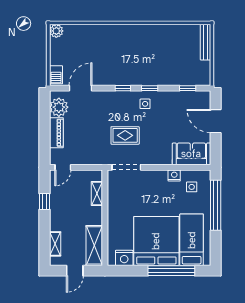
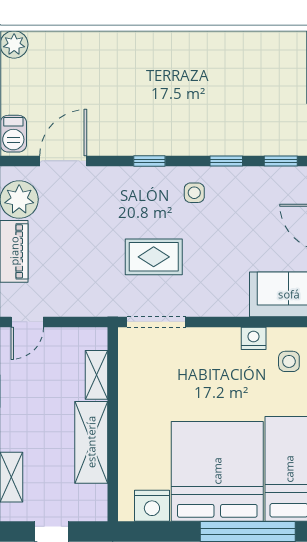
window: (150, 88) -> (226, 161), moved
shelving: (94, 245) -> (91, 442), moved

